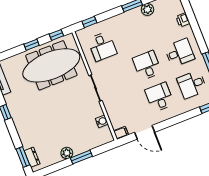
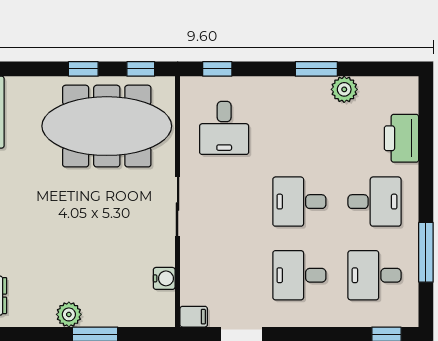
printer: (183, 20) -> (401, 138), width x1.87, depth x1.48
desk: (147, 65) -> (299, 202), turned -90
desk: (160, 97) -> (299, 275), turned -90

